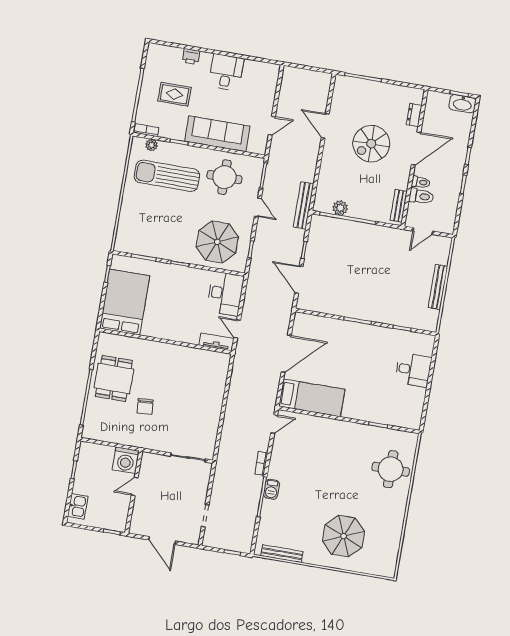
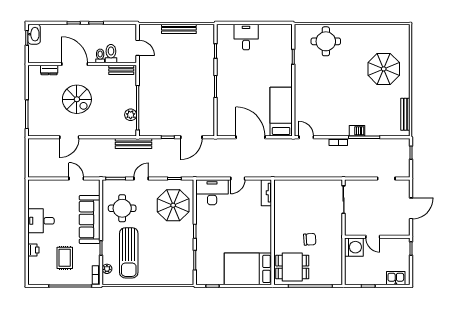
bed: (125, 302) -> (248, 269), moved
wall: (165, 341) -> (273, 232), moved
tv unit: (216, 342) -> (266, 193), moved

